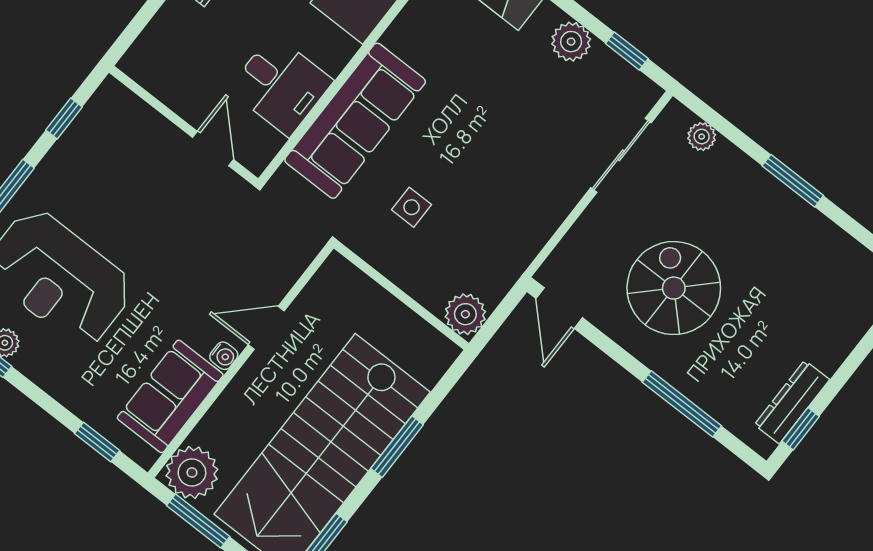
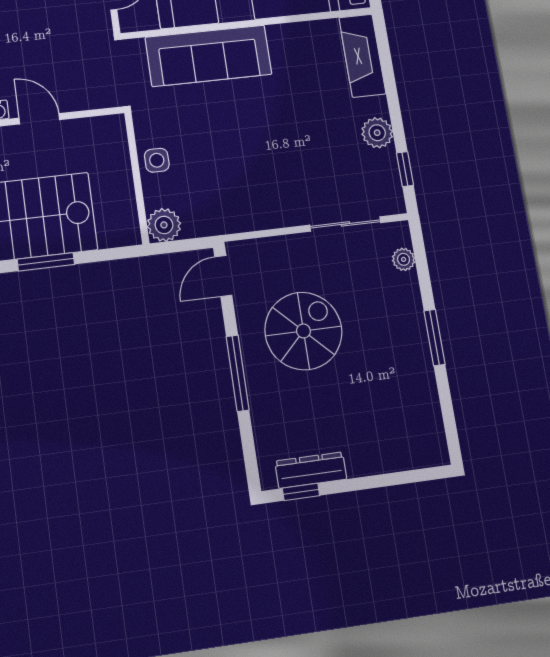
side table: (412, 207) -> (157, 160), moved
window: (682, 404) -> (238, 373), moved

